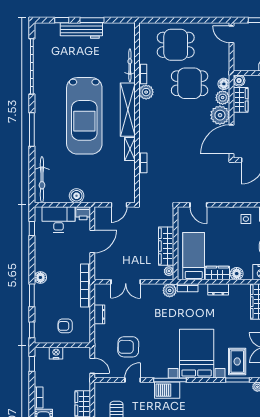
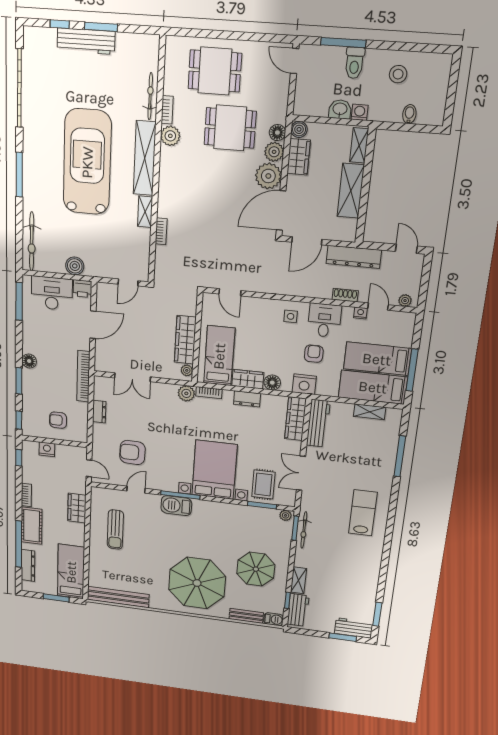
car: (84, 116) -> (87, 162), turned 180
window: (32, 229) -> (19, 301), width x2.17

